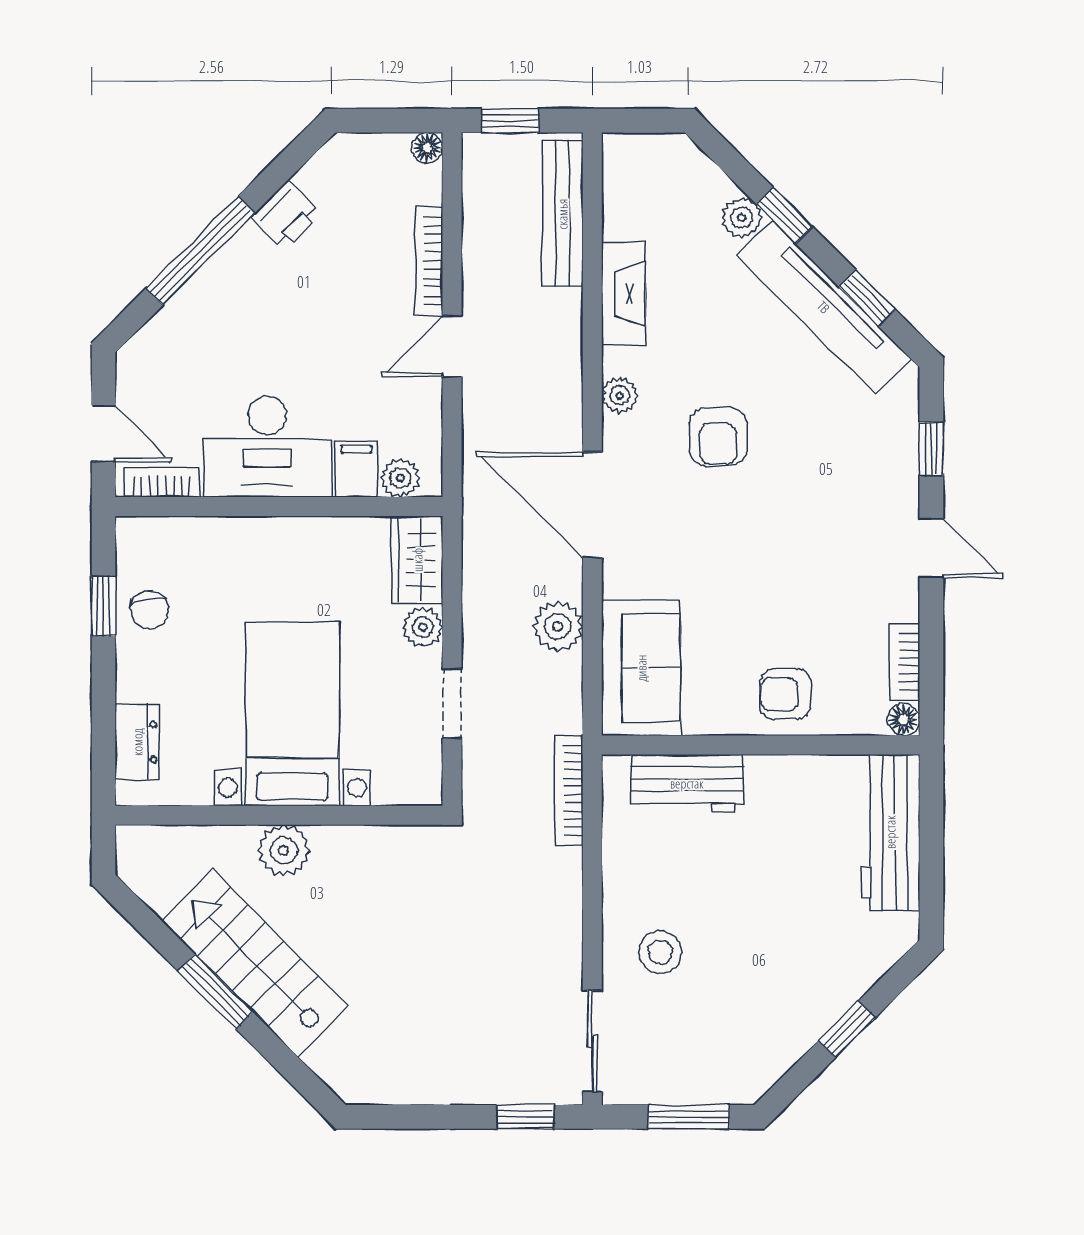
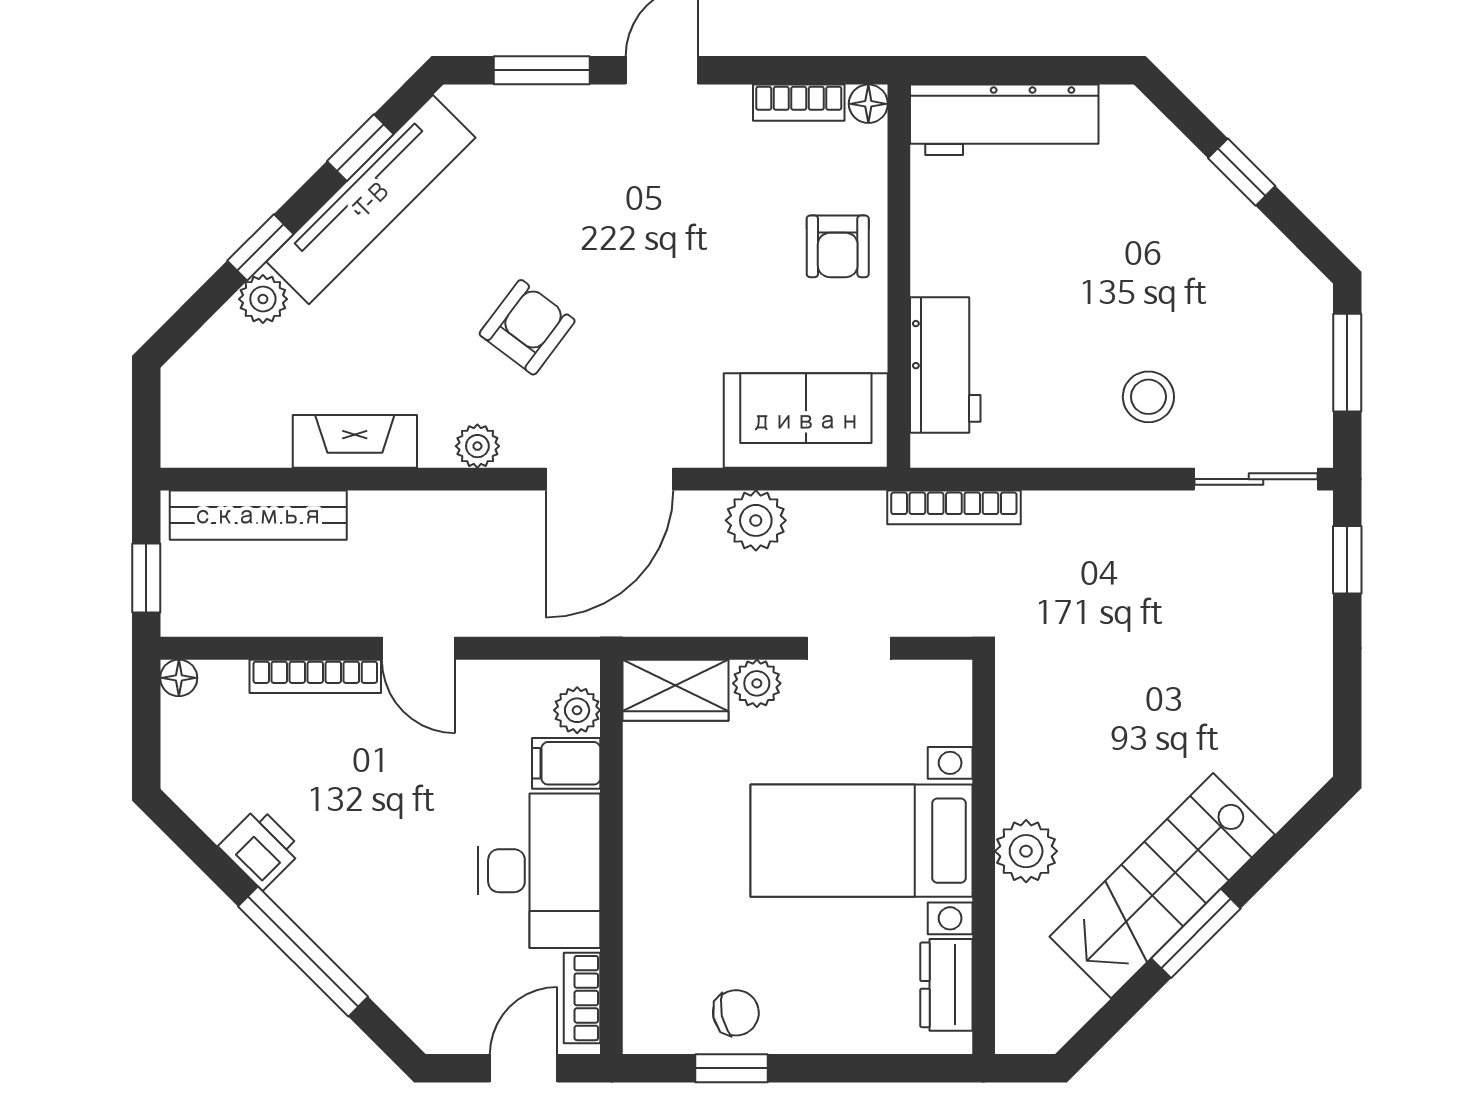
armchair: (718, 437) -> (527, 327), turned -53
window: (931, 449) -> (542, 70), width x1.50
dresser: (137, 742) -> (946, 985), moved, turned -90

